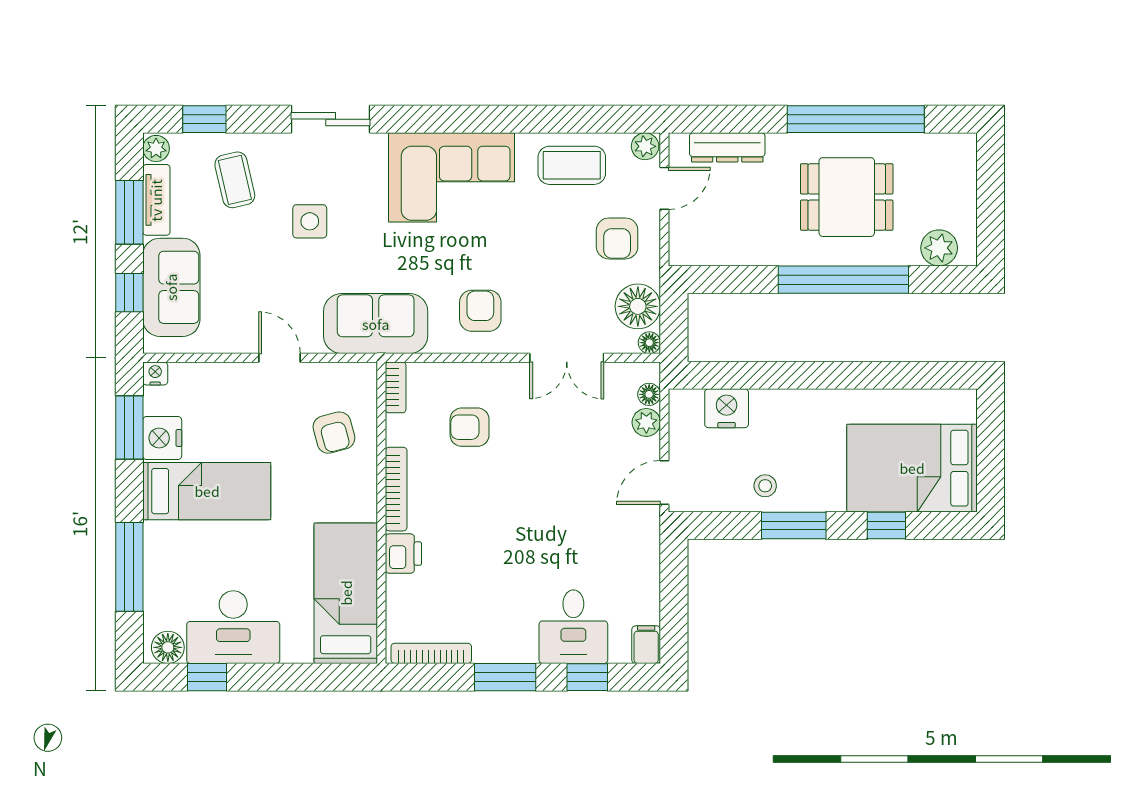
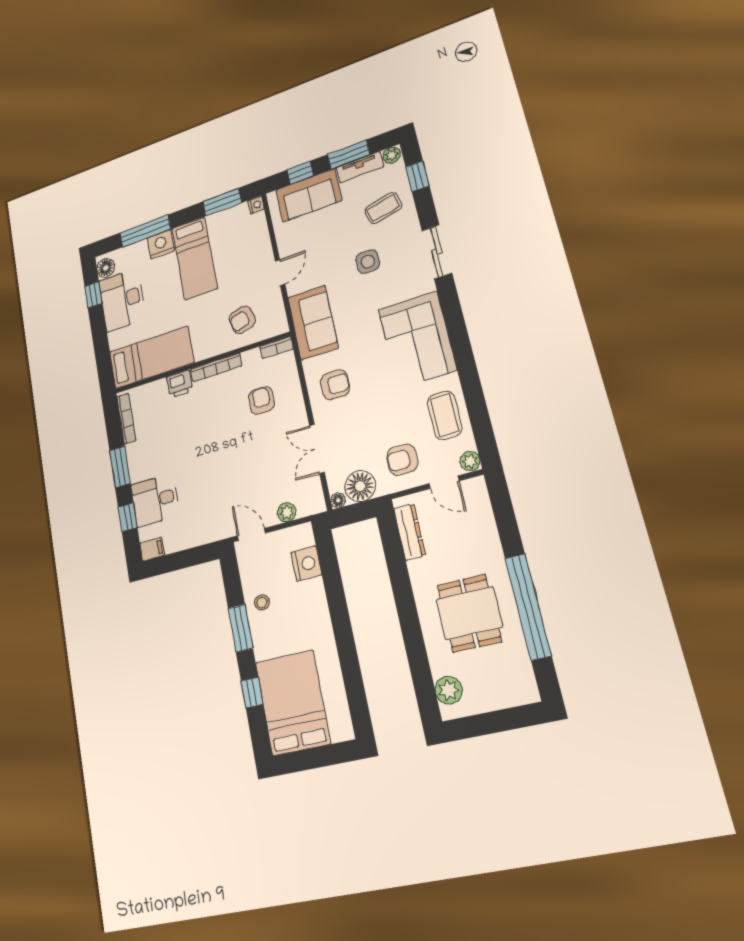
dresser: (727, 147) -> (410, 532), moved, turned 180
window: (843, 280) -> (410, 624), removed
floor lamp: (649, 394) -> (305, 509), removed
nightstand: (162, 438) -> (161, 244), moved

